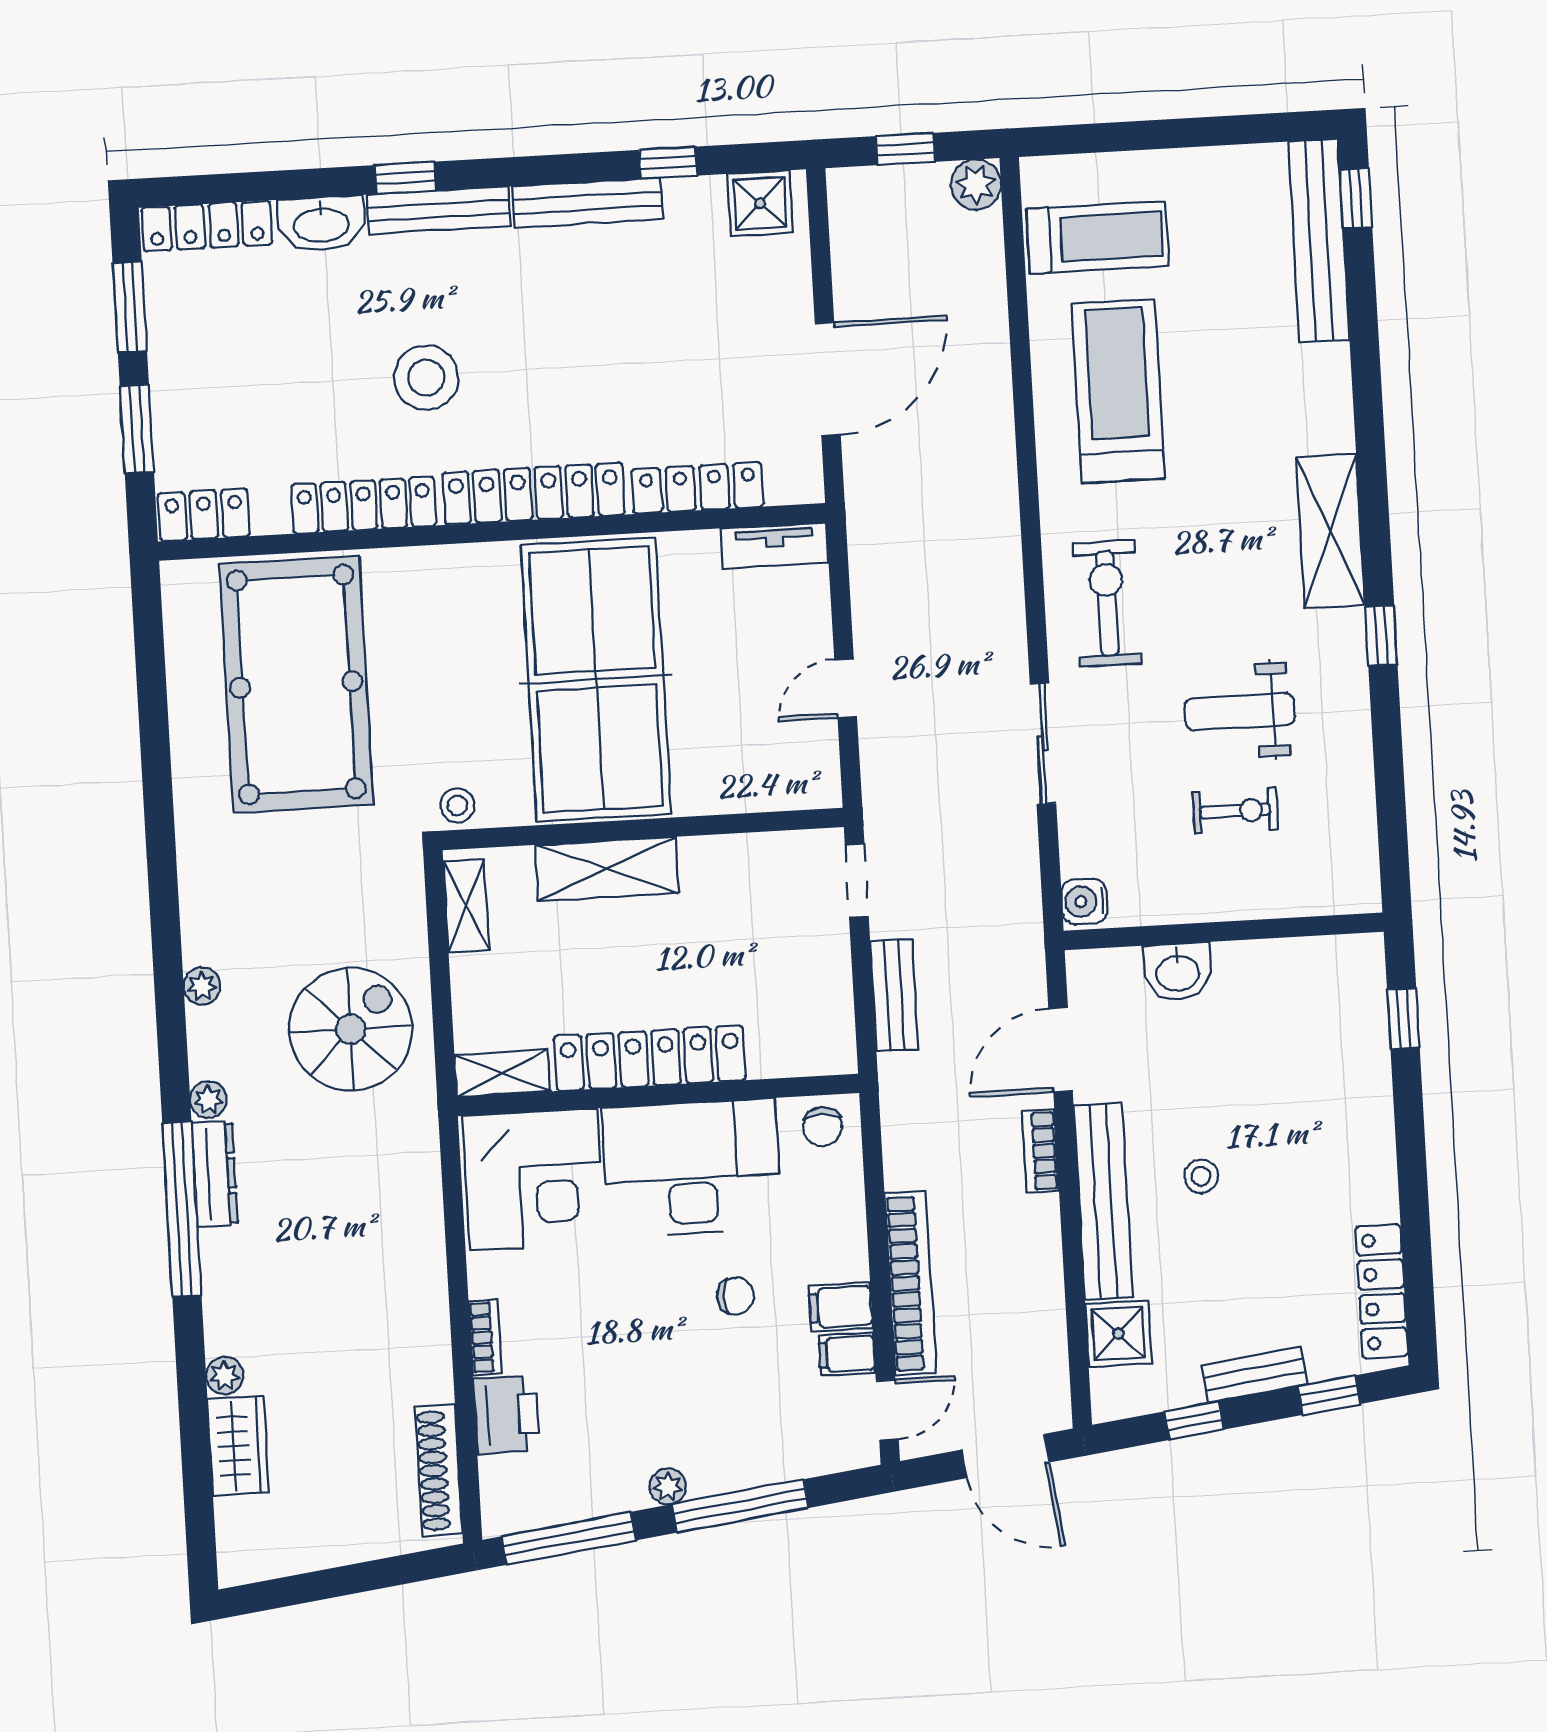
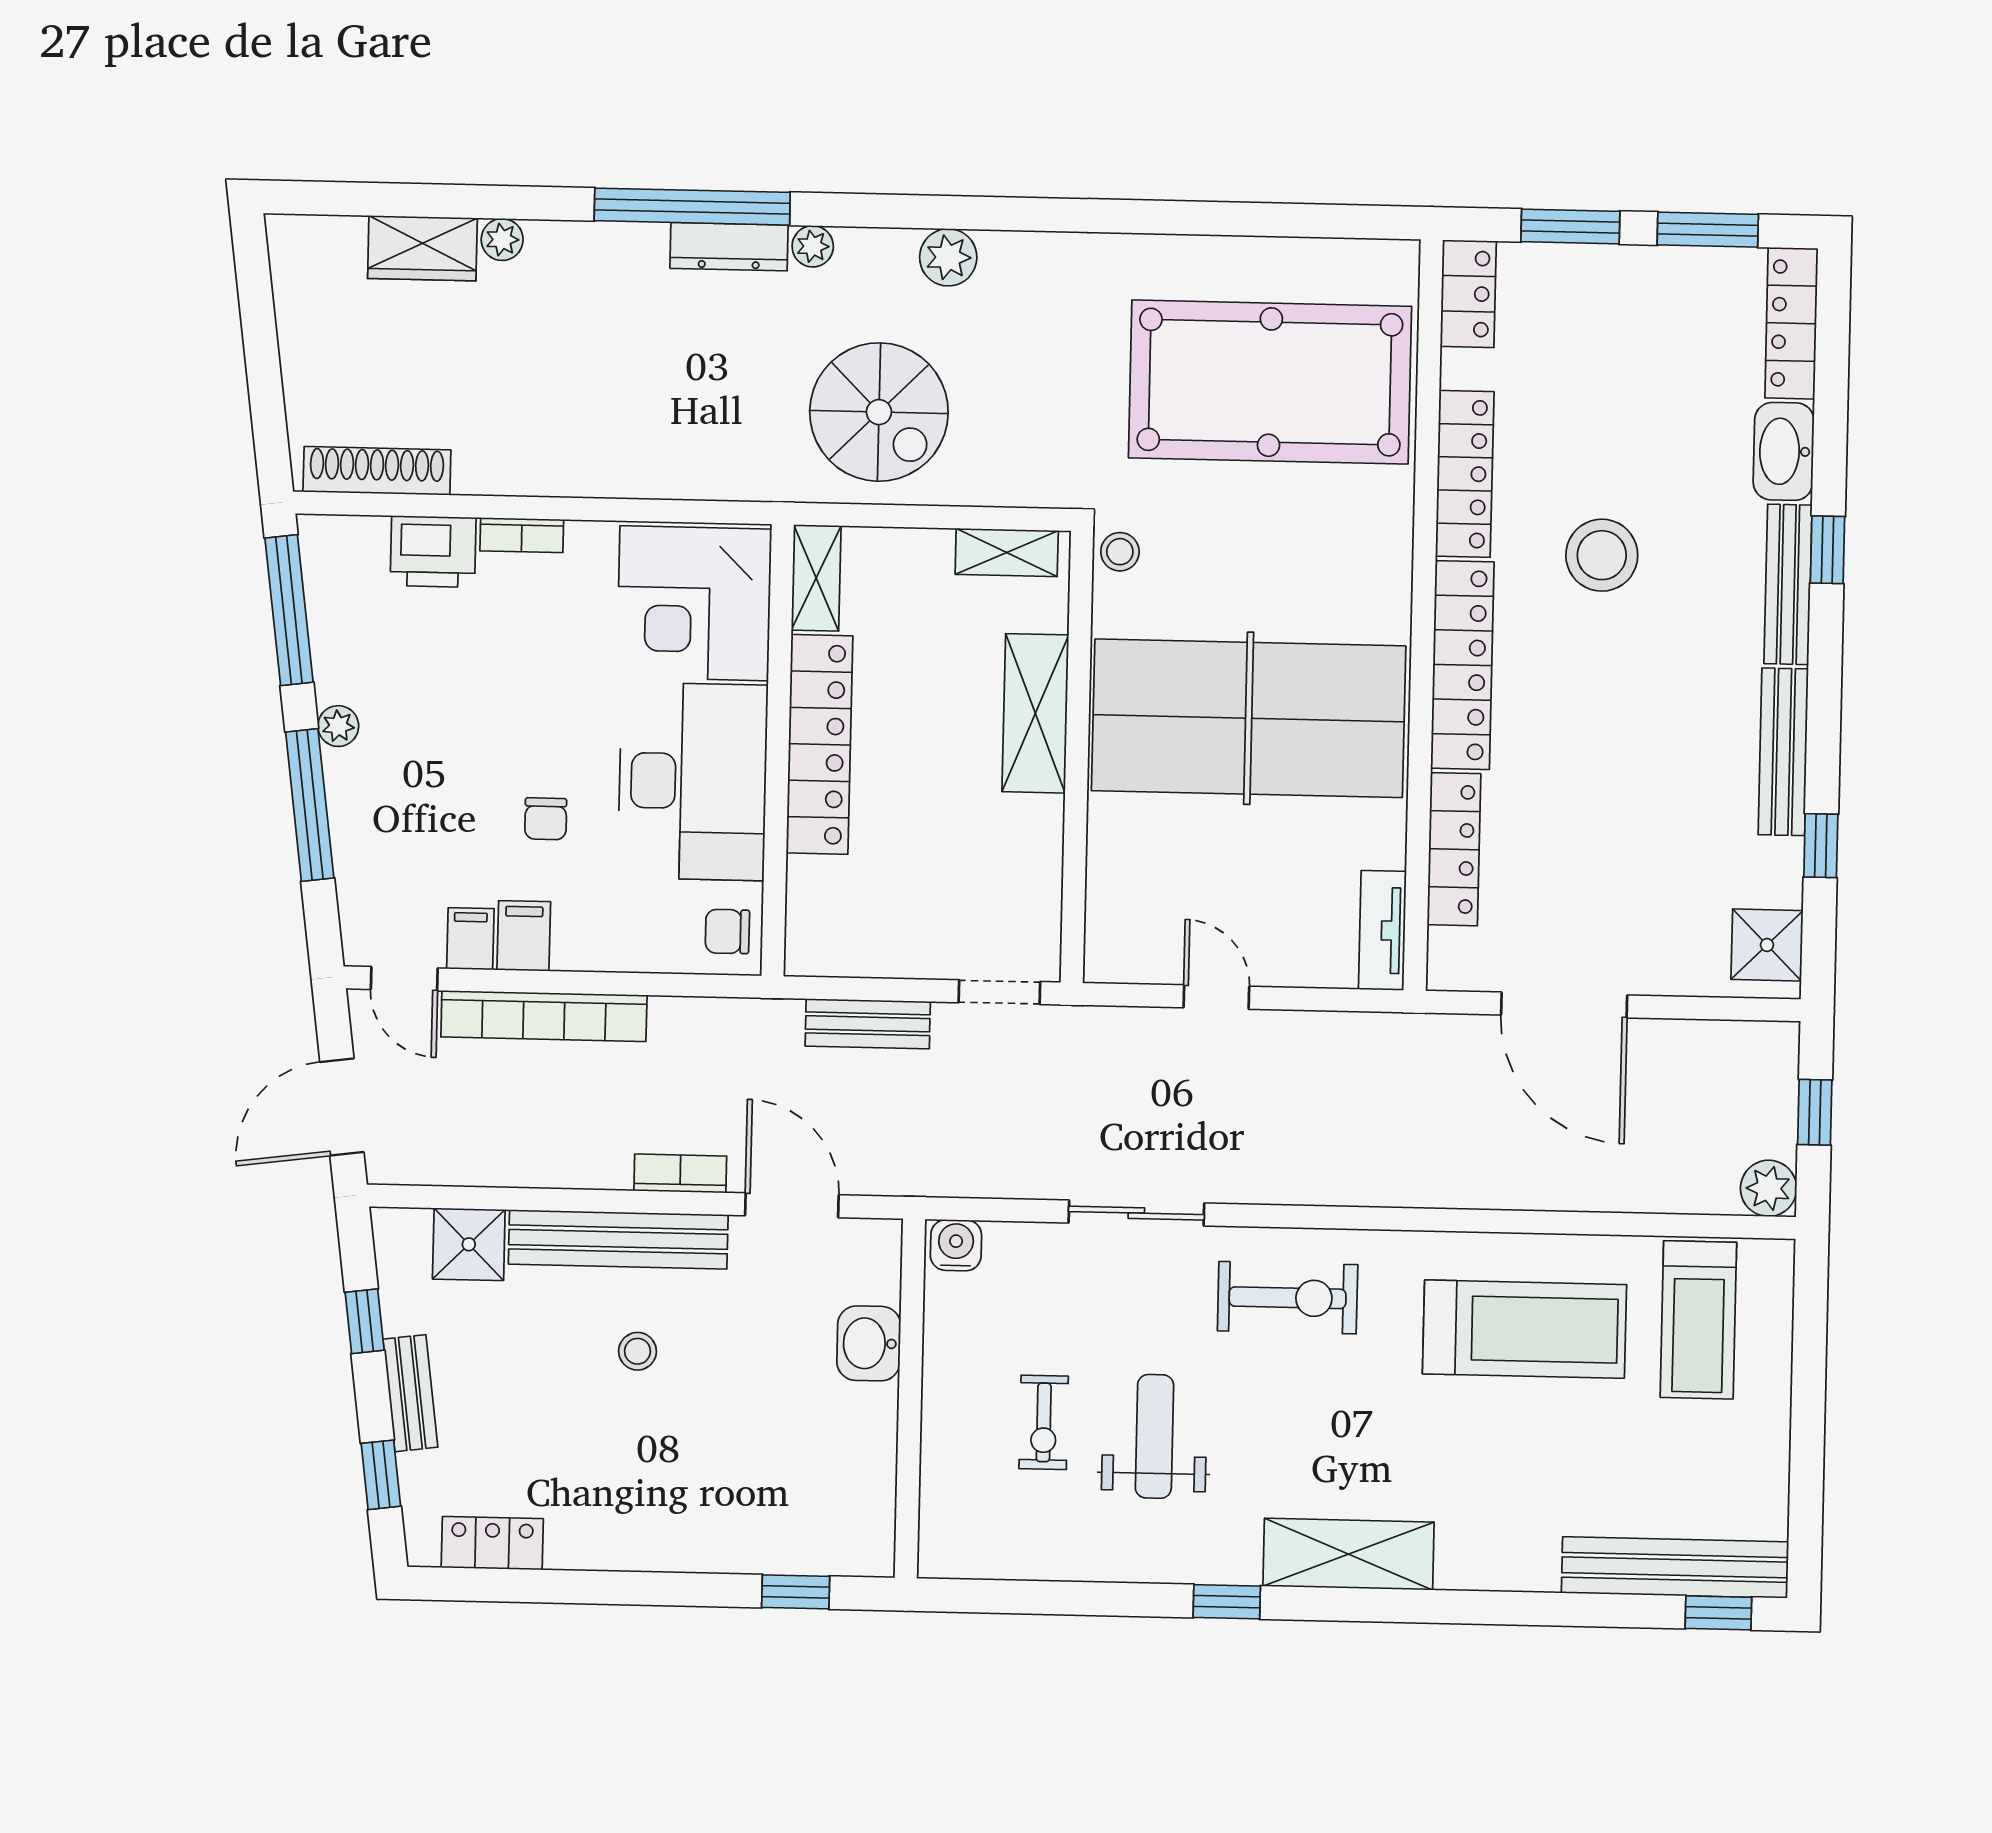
plant: (202, 986) -> (948, 257), width x1.38, depth x1.38
locker: (1382, 1291) -> (492, 1543), width x0.66

